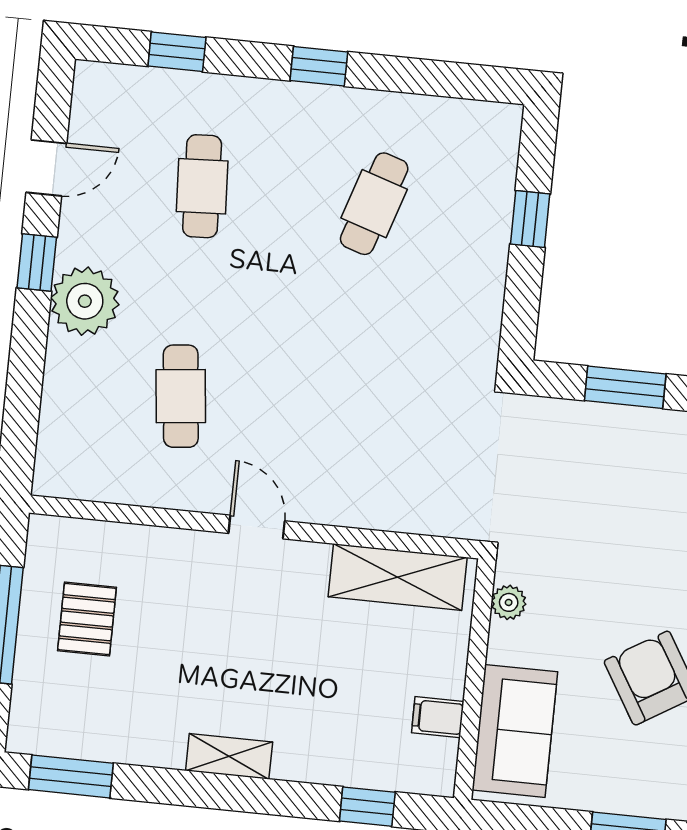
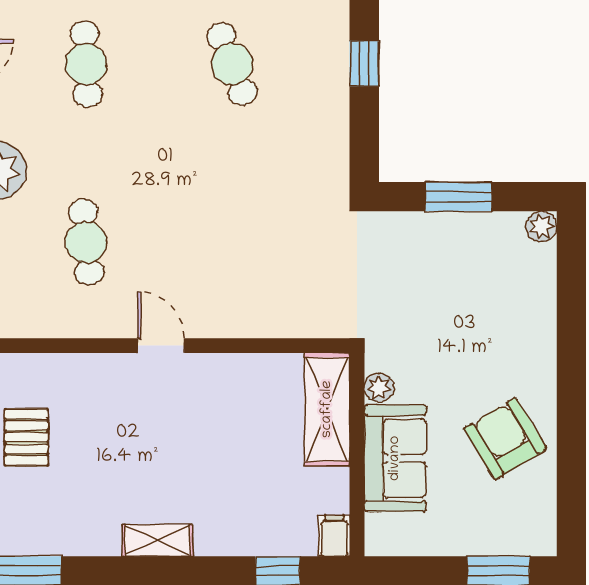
cafe table: (374, 204) -> (232, 64), turned -39
shelving: (398, 577) -> (327, 409), moved, turned 90
filing cabinet: (438, 717) -> (334, 536), moved, turned 90
sofa: (515, 731) -> (395, 458), moved

